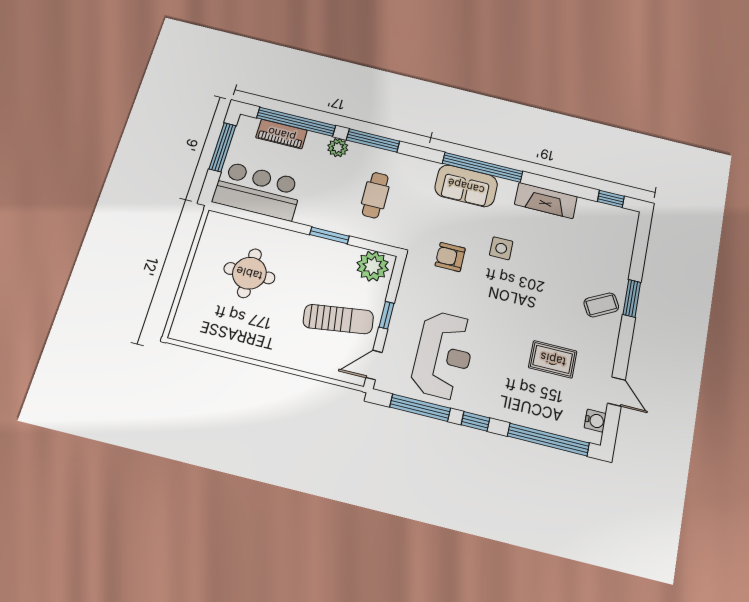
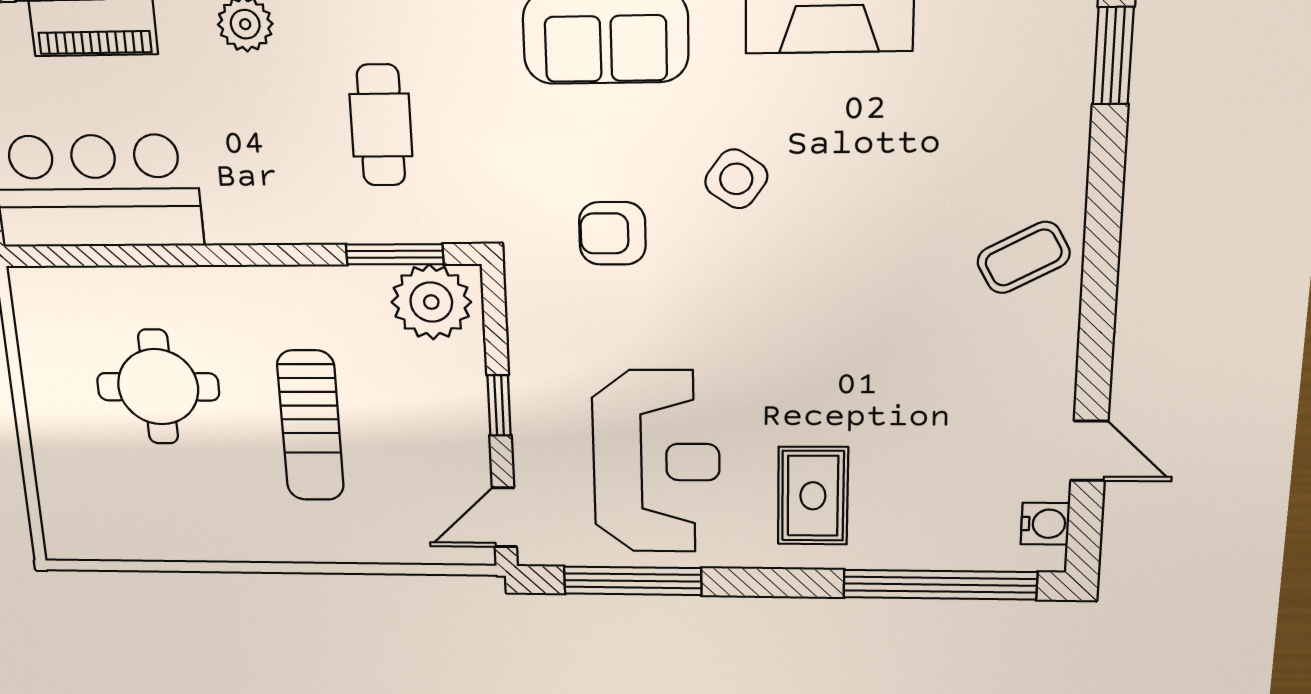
window: (329, 235) -> (395, 254), moved
side table: (501, 248) -> (736, 179), turned 35
window: (632, 298) -> (1113, 56), moved
sun lounger: (338, 319) -> (311, 426), moved, turned 98
rug: (553, 359) -> (813, 496), moved, turned 90
window: (476, 421) -> (764, 582), removed

